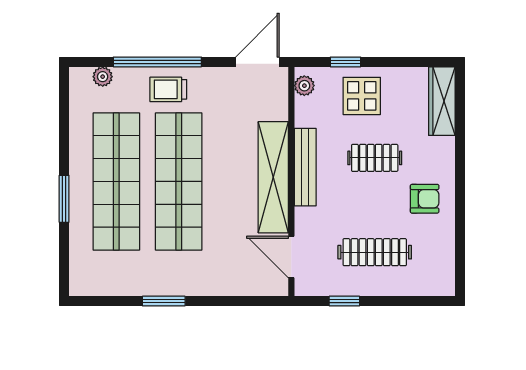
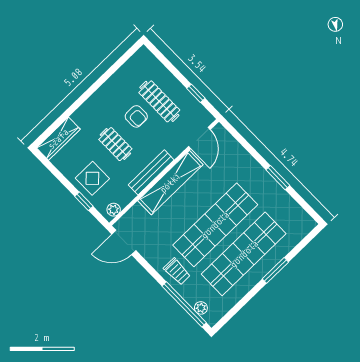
window: (157, 62) -> (184, 304), moved
armchair: (425, 199) -> (136, 116), moved, turned 180

